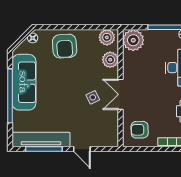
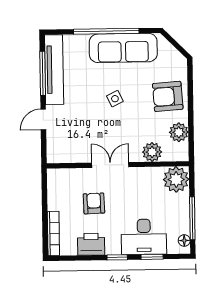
plant: (107, 37) -> (179, 132), moved
floor lamp: (33, 38) -> (177, 58), removed
side table: (93, 97) -> (115, 99), moved
armchair: (140, 130) -> (94, 203), moved

